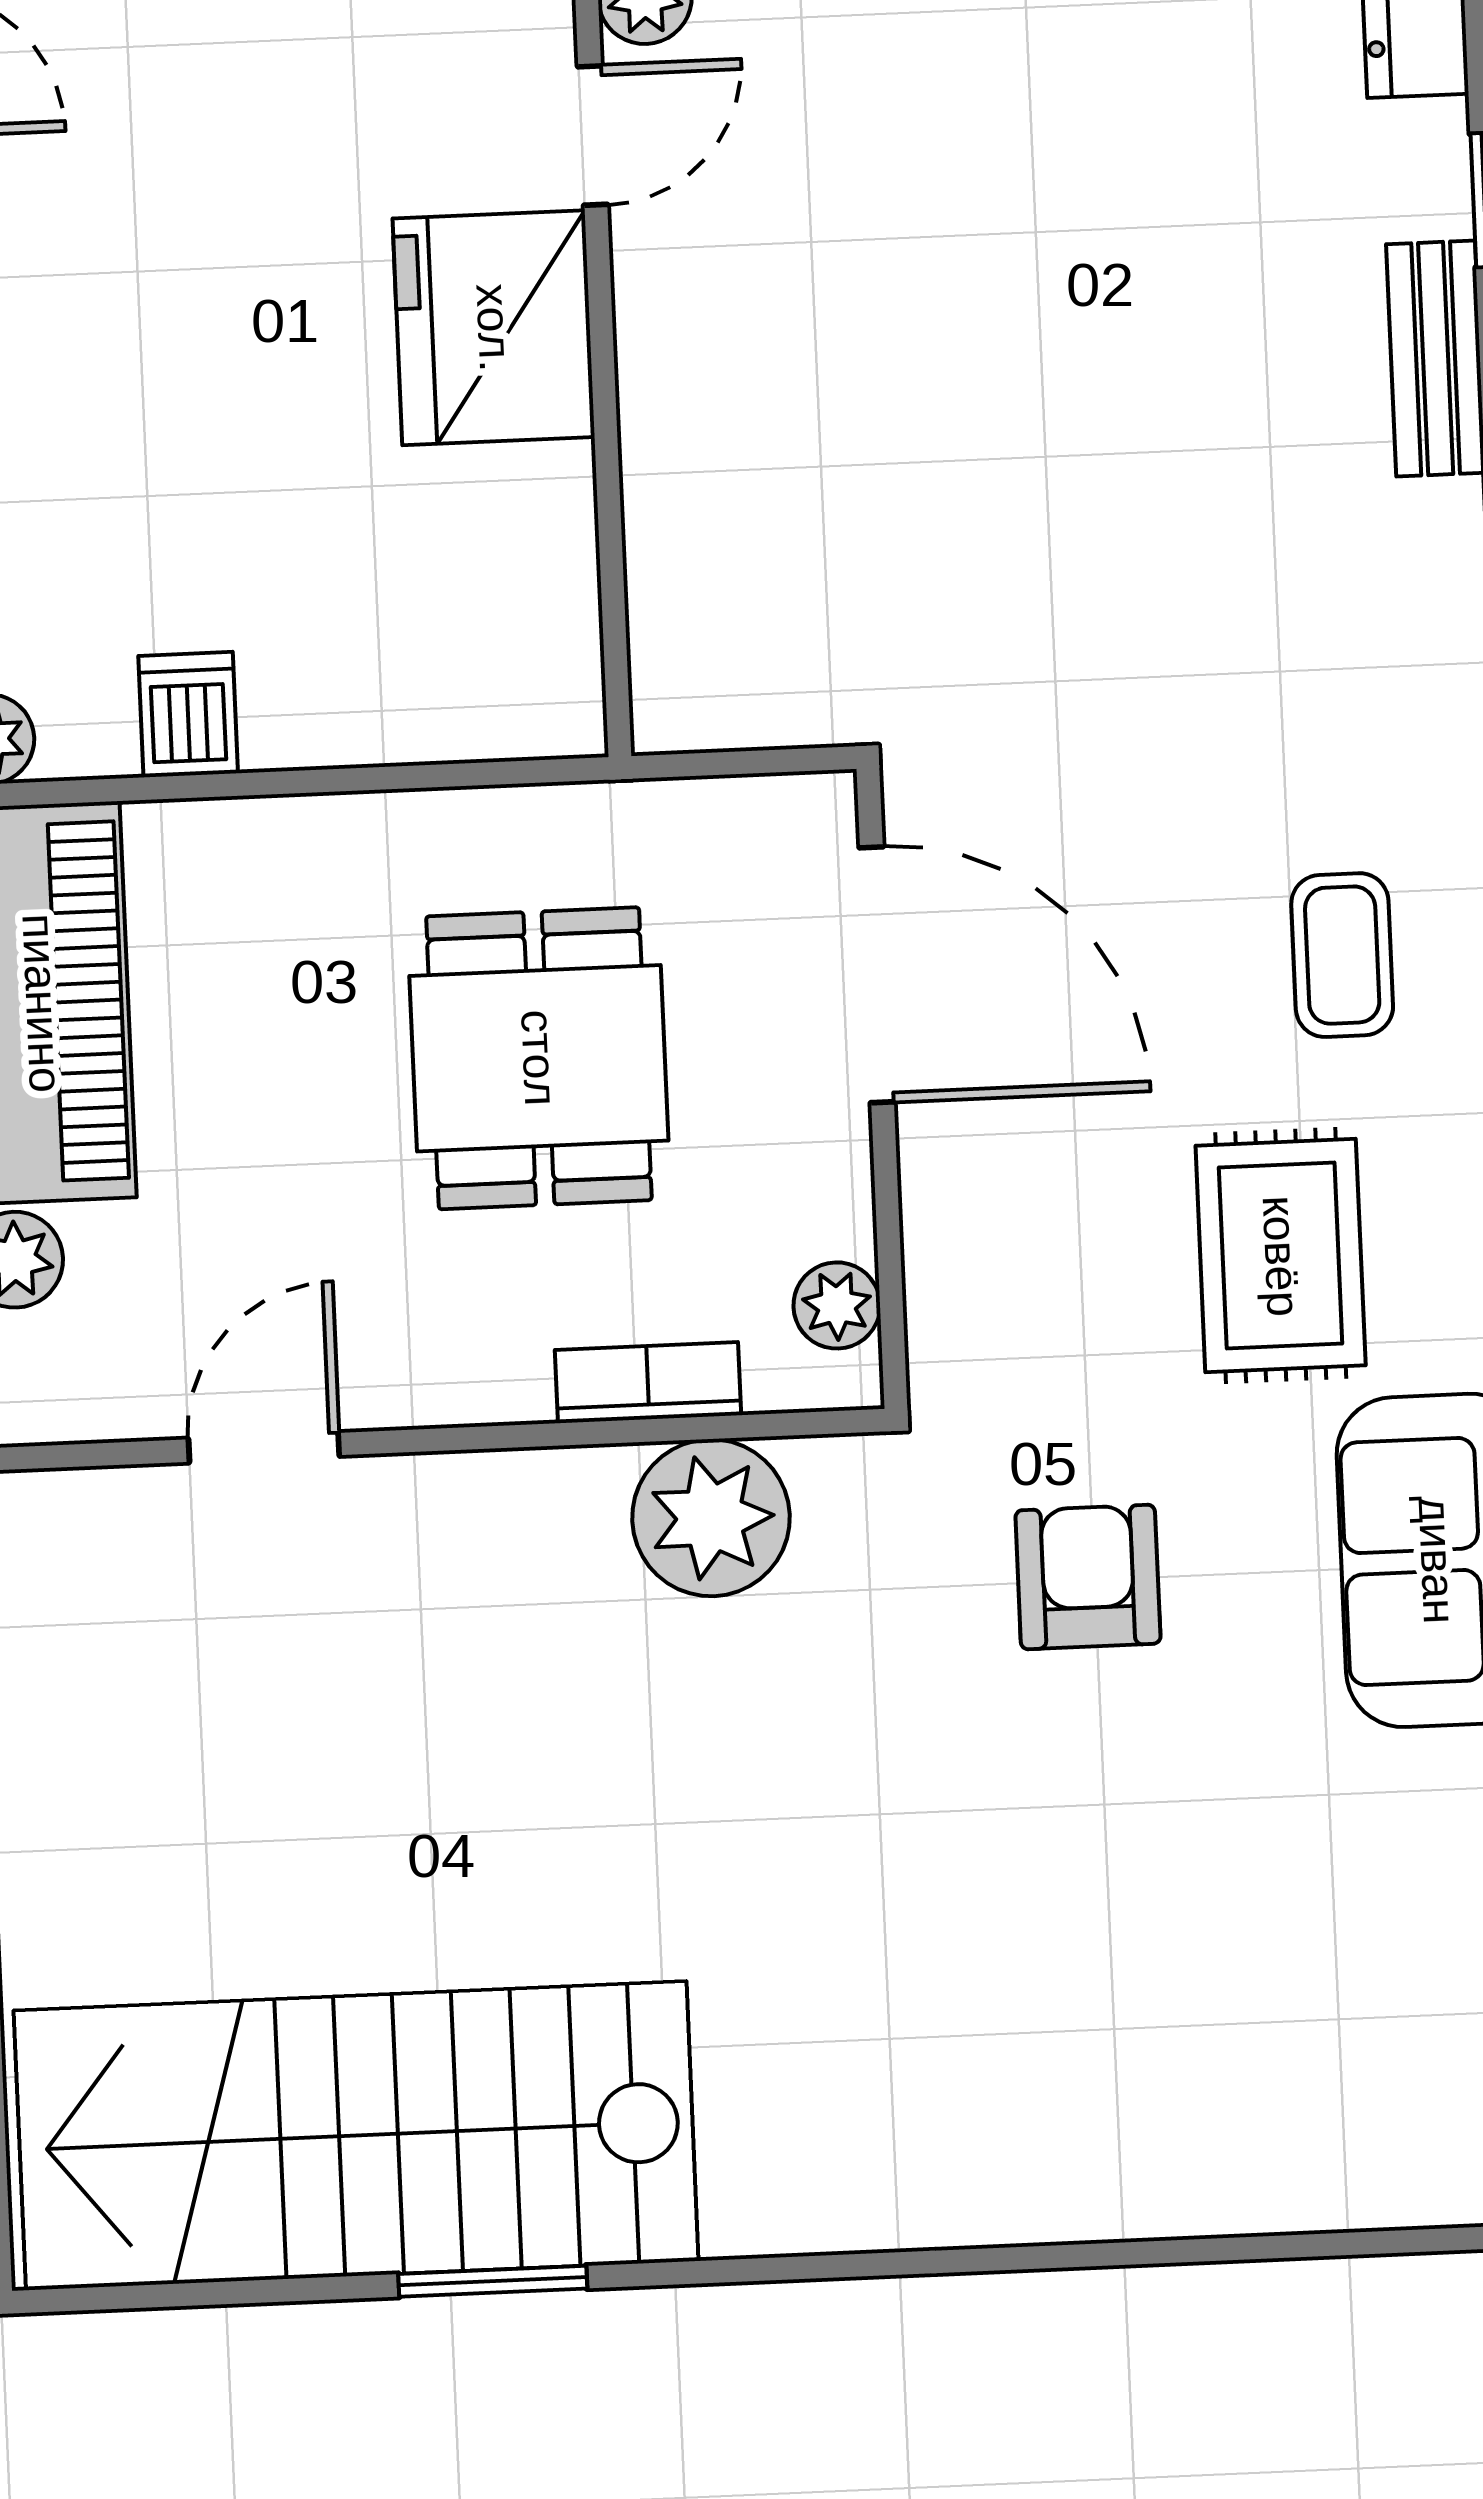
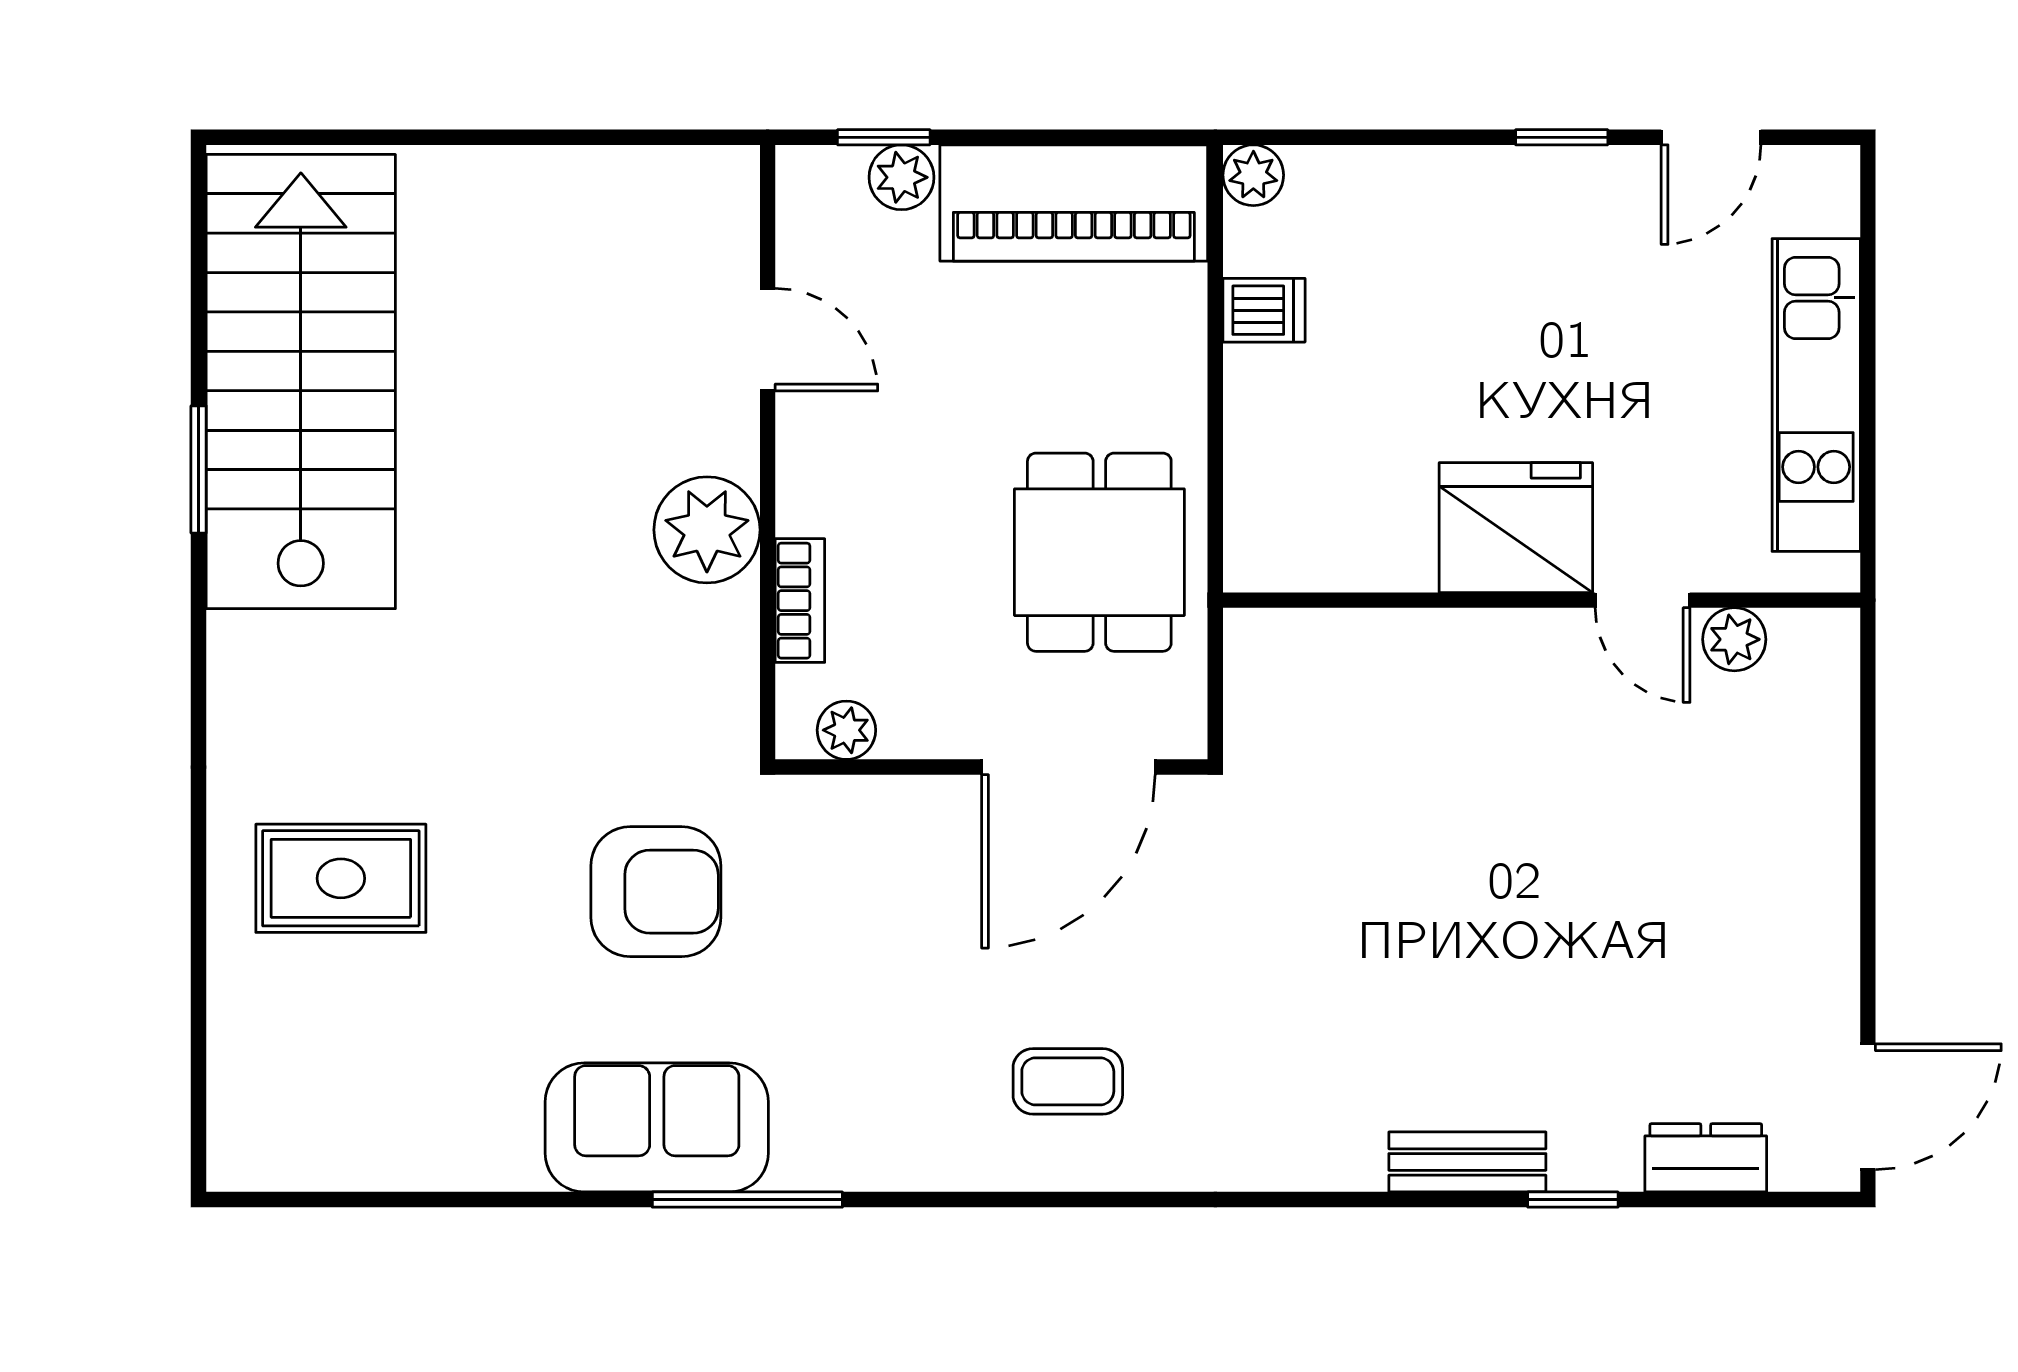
dining table: (539, 1058) -> (1099, 552), moved, turned 90
rug: (1281, 1256) -> (341, 878), moved
plant: (711, 1518) -> (707, 530), moved
armchair: (1088, 1577) -> (656, 892), width x1.38, depth x1.38

